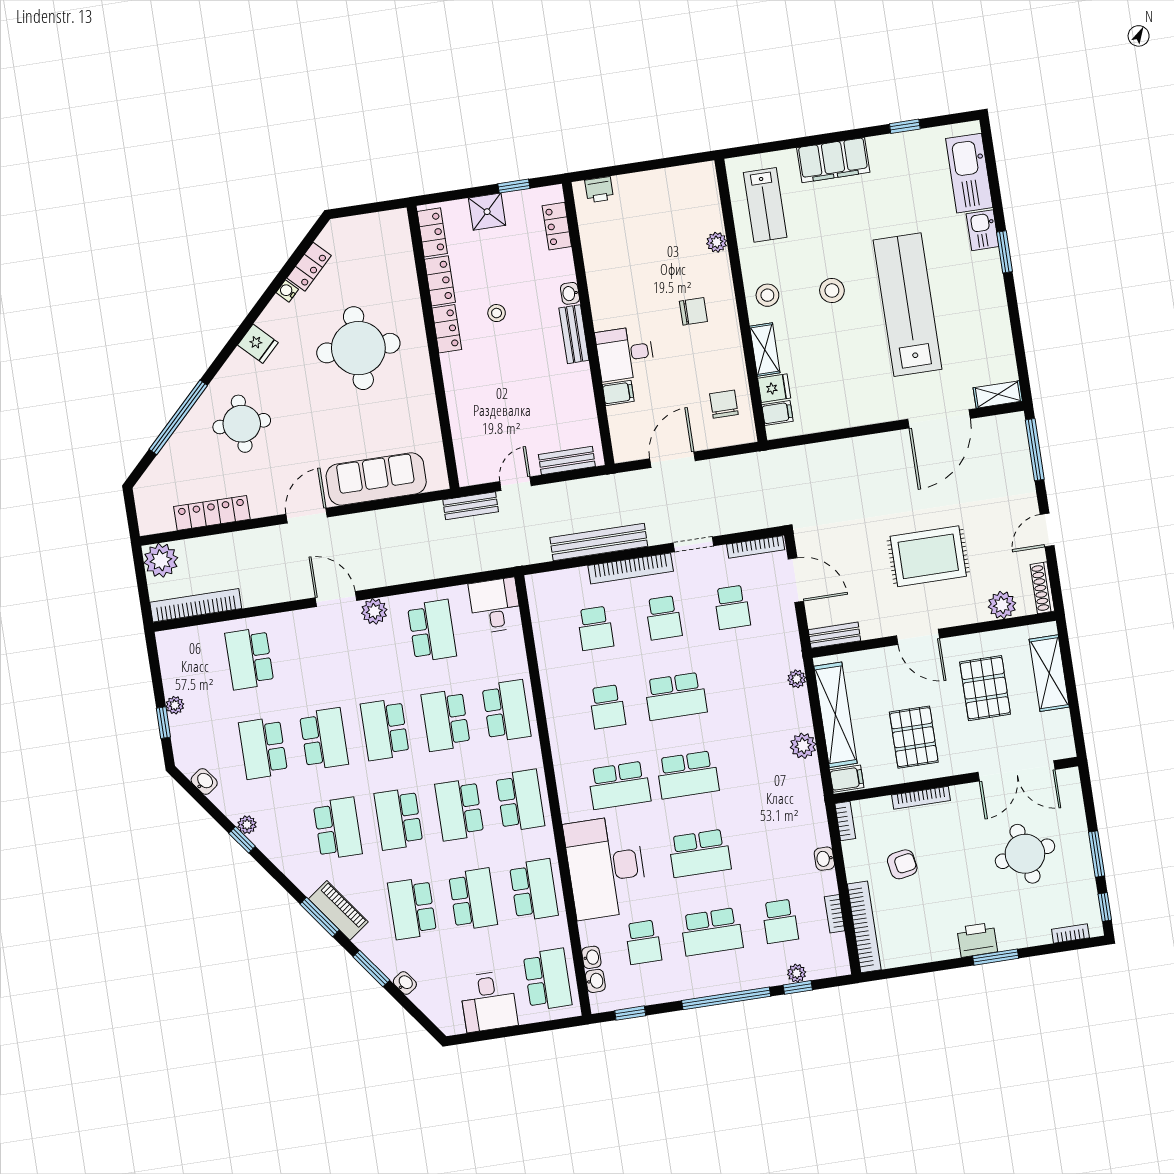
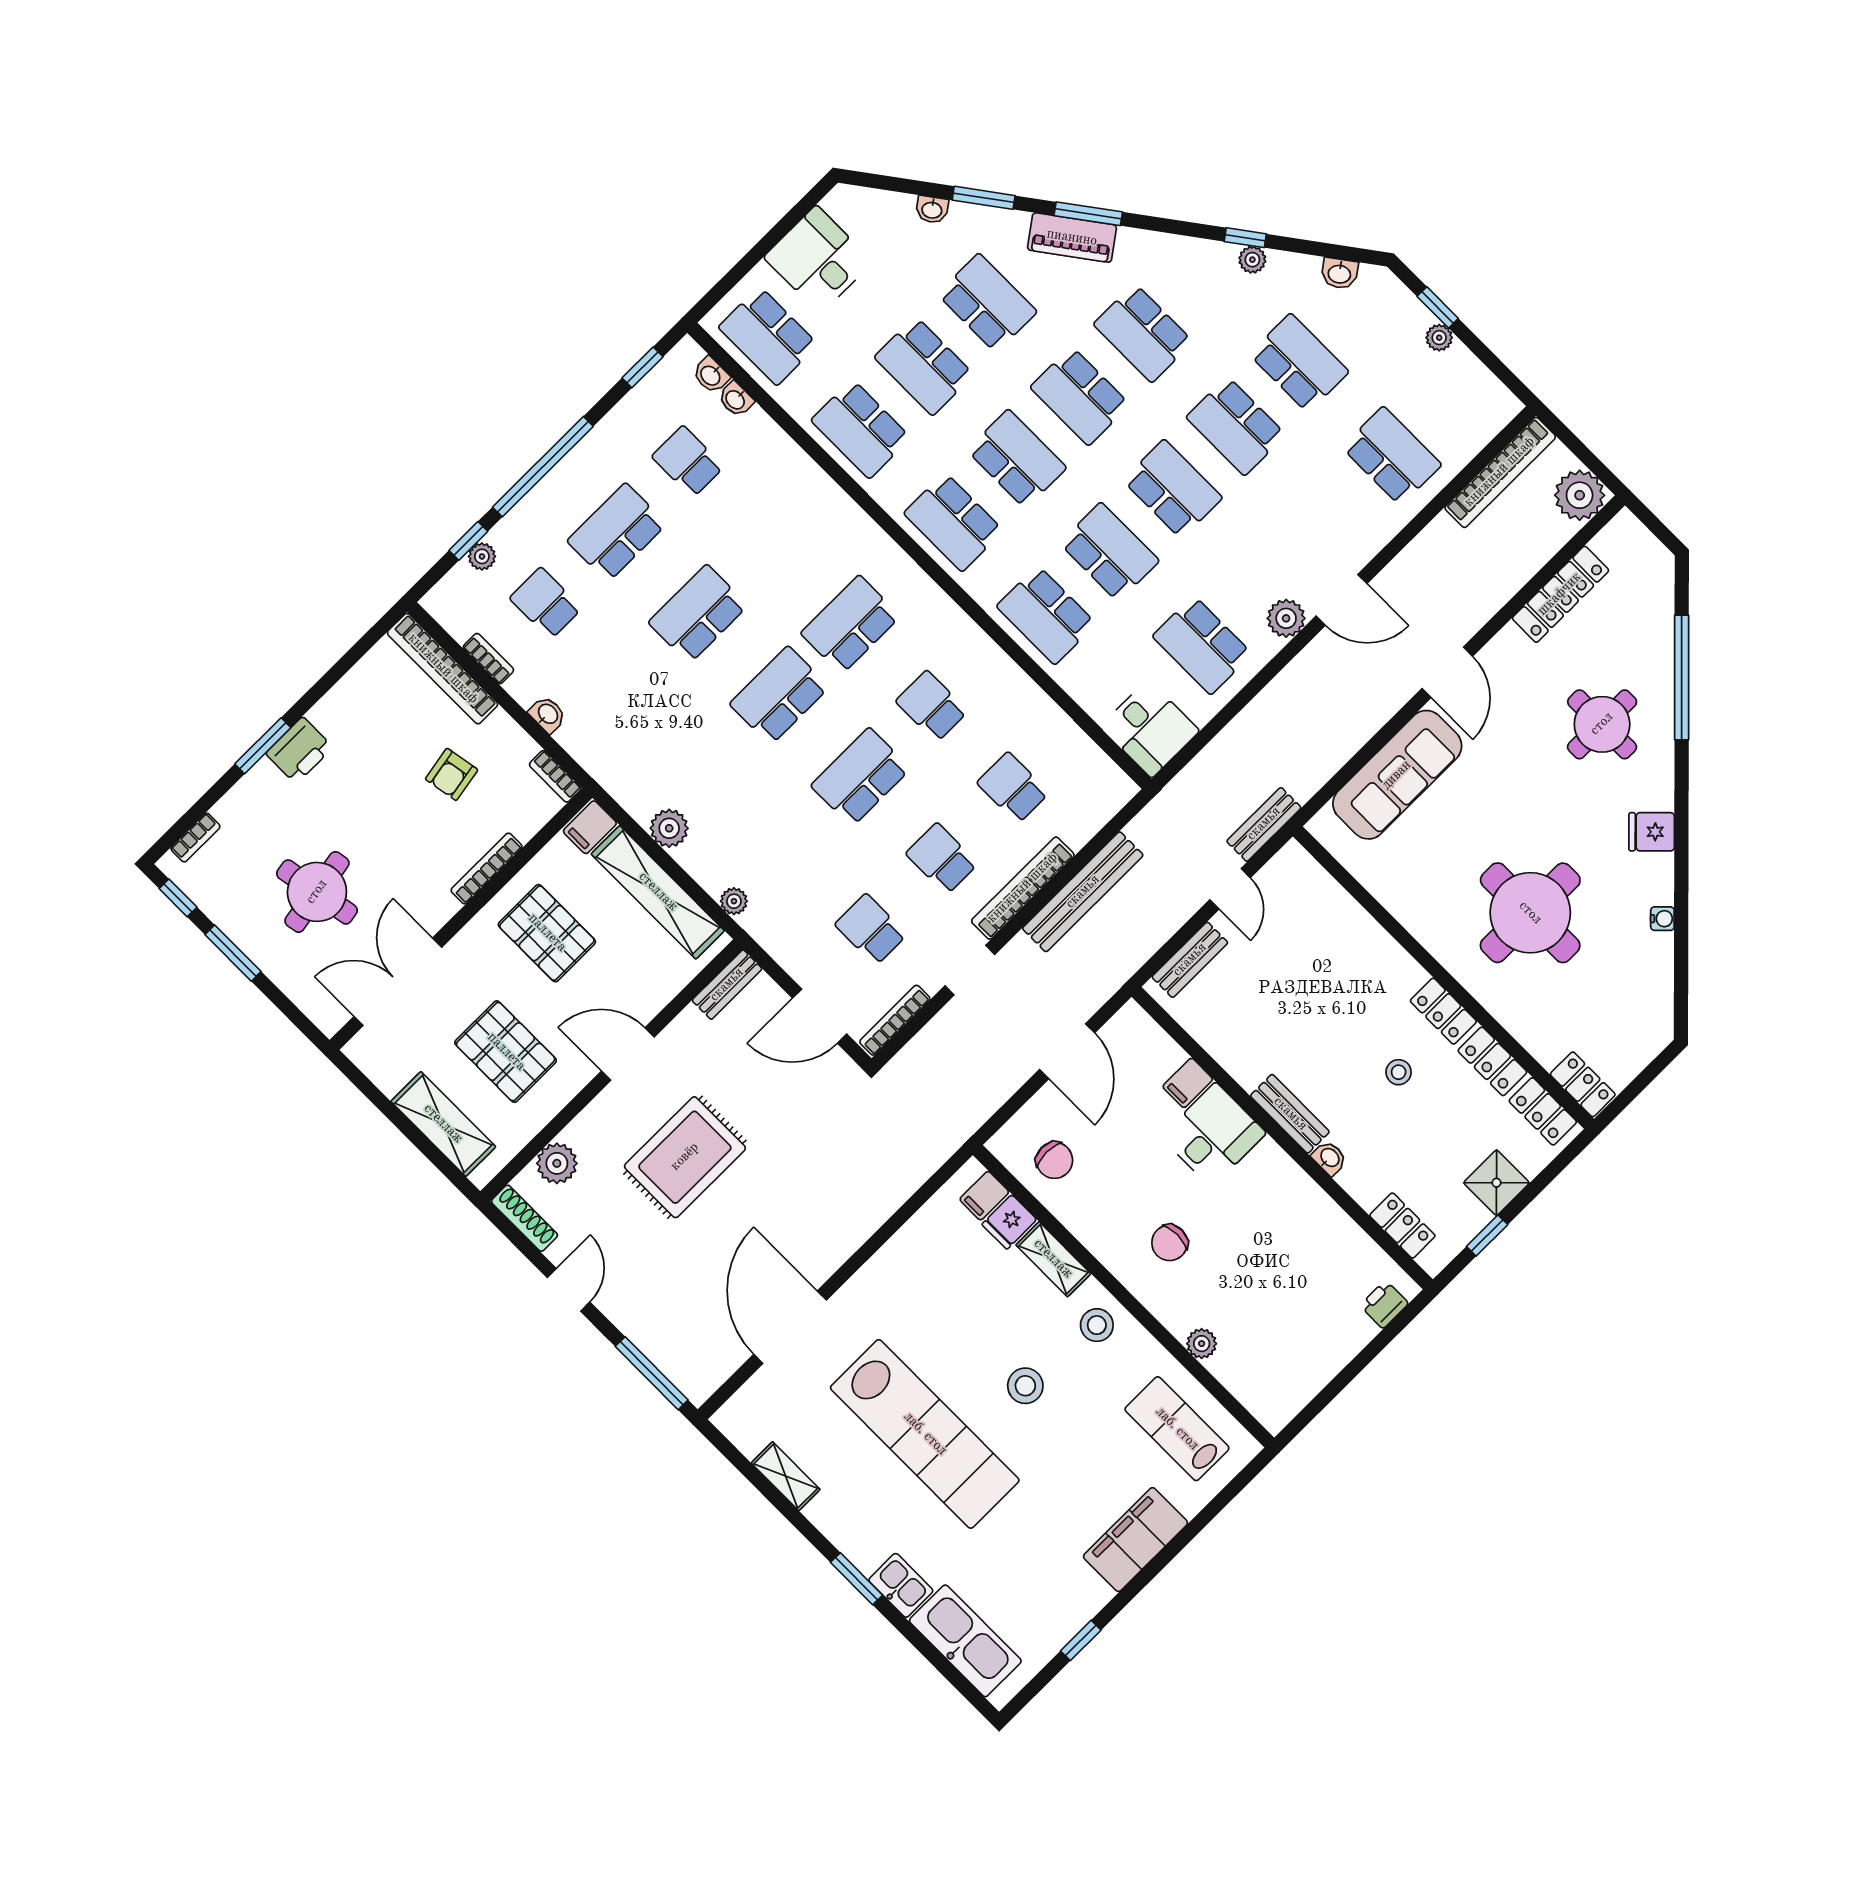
locker: (309, 267) -> (1583, 1084), moved, turned 135
shelving: (998, 394) -> (786, 1476), moved, turned 90
school desk: (398, 819) -> (1080, 396), turned 180
desk: (606, 867) -> (796, 517), removed

